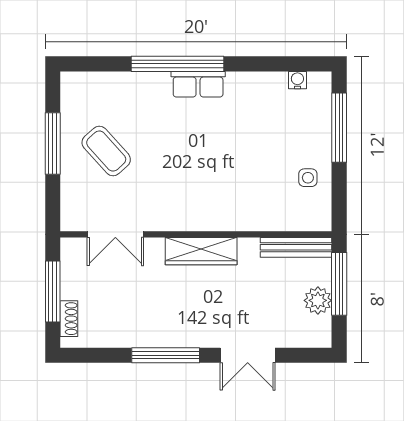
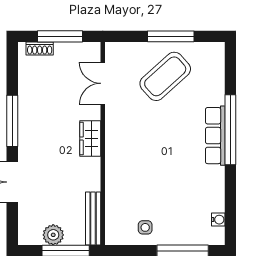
row of seats: (198, 84) -> (215, 136), width x1.48
coffee table: (106, 151) -> (165, 76), width x1.36, depth x1.32
wardrobe: (201, 251) -> (90, 139), width x0.67

